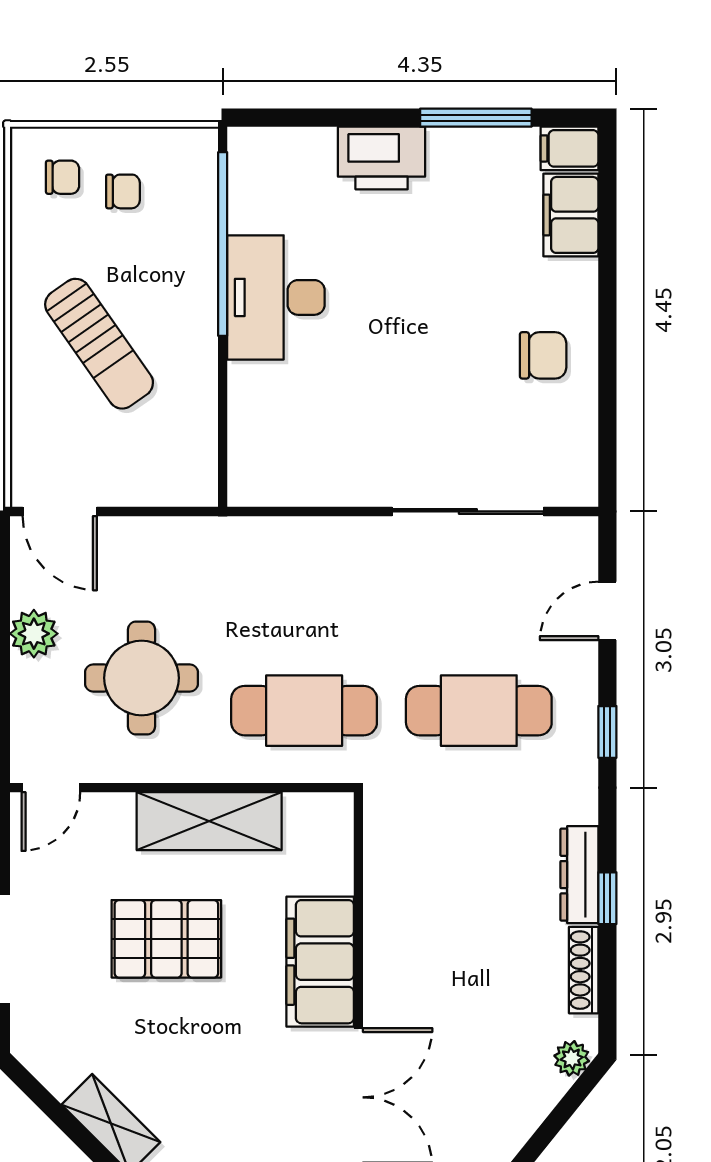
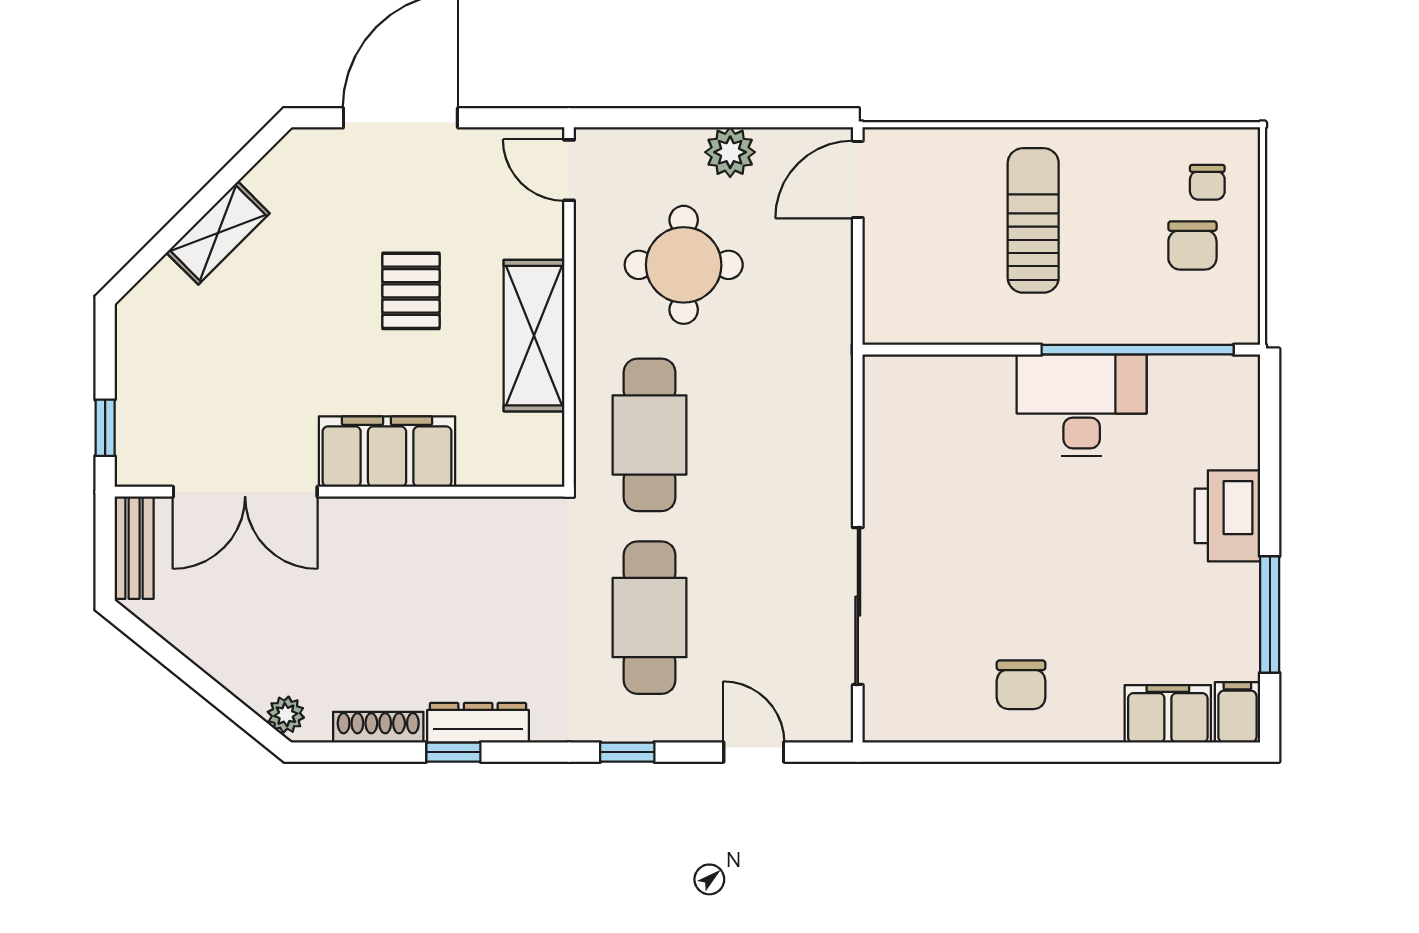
chair: (123, 191) -> (1192, 245), width x1.37, depth x1.37
sun lounger: (99, 344) -> (1033, 220), turned 125
pallet: (166, 939) -> (411, 291), width x0.67, depth x0.71

